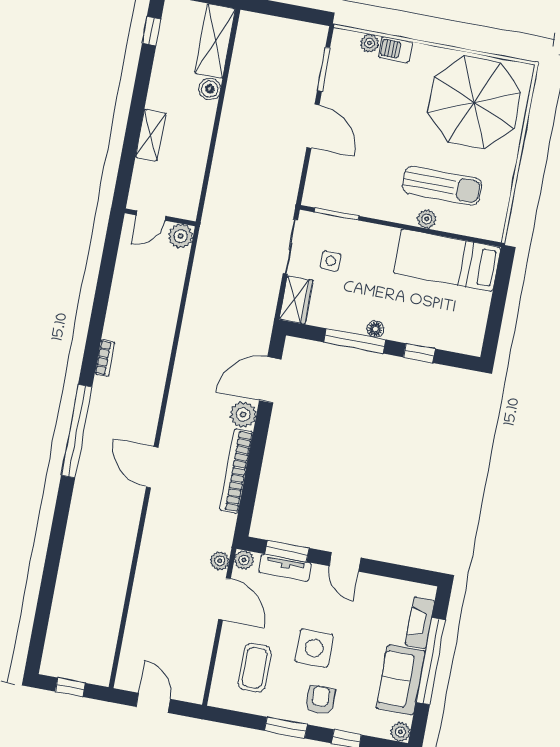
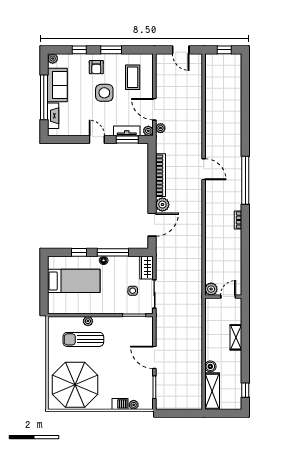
bed: (447, 260) -> (74, 281), moved

